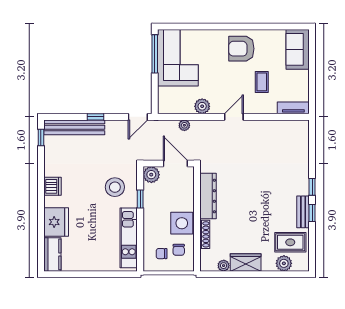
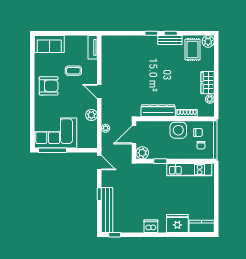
armchair: (241, 49) -> (49, 86), turned -90
stool: (115, 187) -> (152, 180), removed
plant: (284, 263) -> (208, 41), moved

